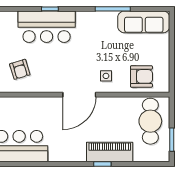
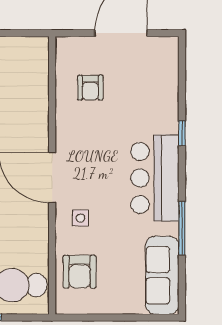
bar counter: (47, 27) -> (155, 178), moved
armchair: (20, 69) -> (90, 88), turned -73

